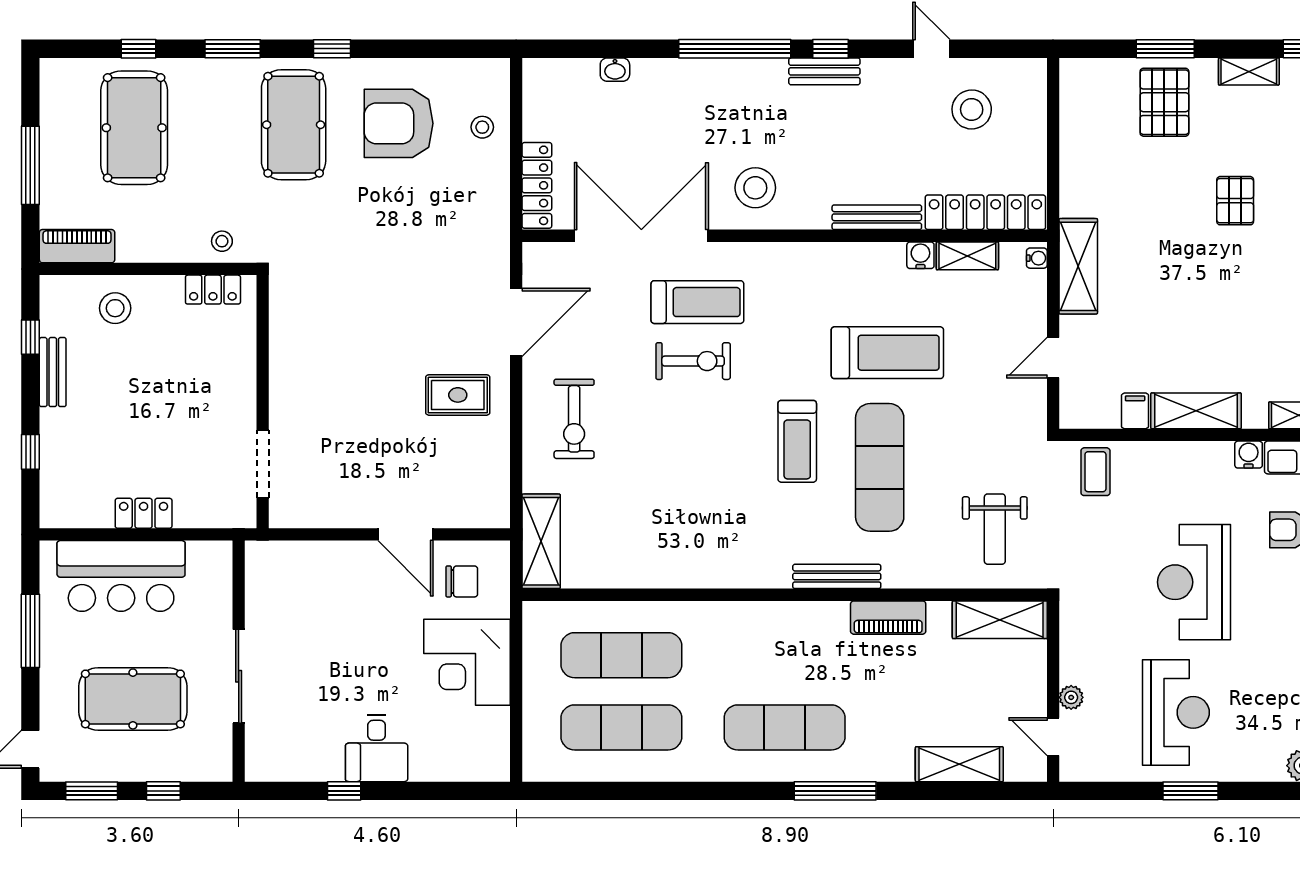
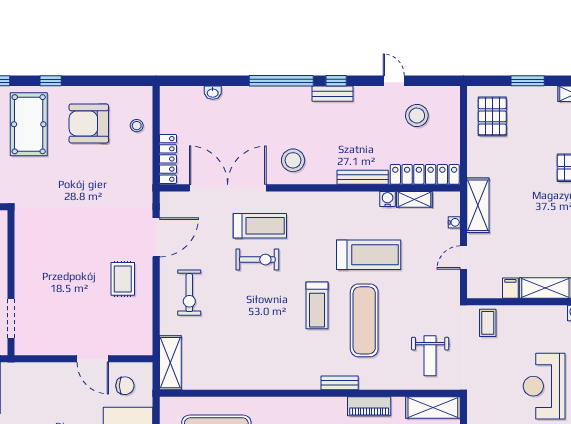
pallet: (1164, 102) -> (492, 116), moved
water cooler: (1037, 258) -> (454, 222), moved
rug: (458, 395) -> (123, 279), turned 90
bench: (837, 576) -> (340, 383), width x0.73

